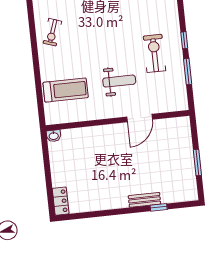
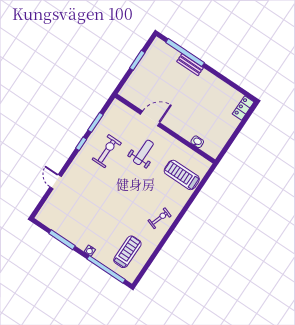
exercise bike: (154, 53) -> (107, 151), turned 180
weight bench: (119, 81) -> (143, 152), turned 90
washbasin: (54, 136) -> (197, 142), moved
window: (159, 207) -> (185, 53), width x3.17

